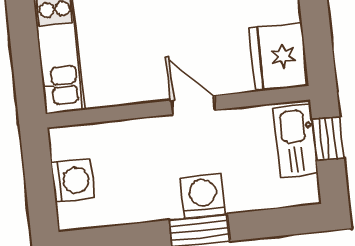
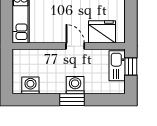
fridge: (279, 56) -> (102, 32), moved, turned 90
washing machine: (73, 180) -> (30, 85), moved, turned -90

